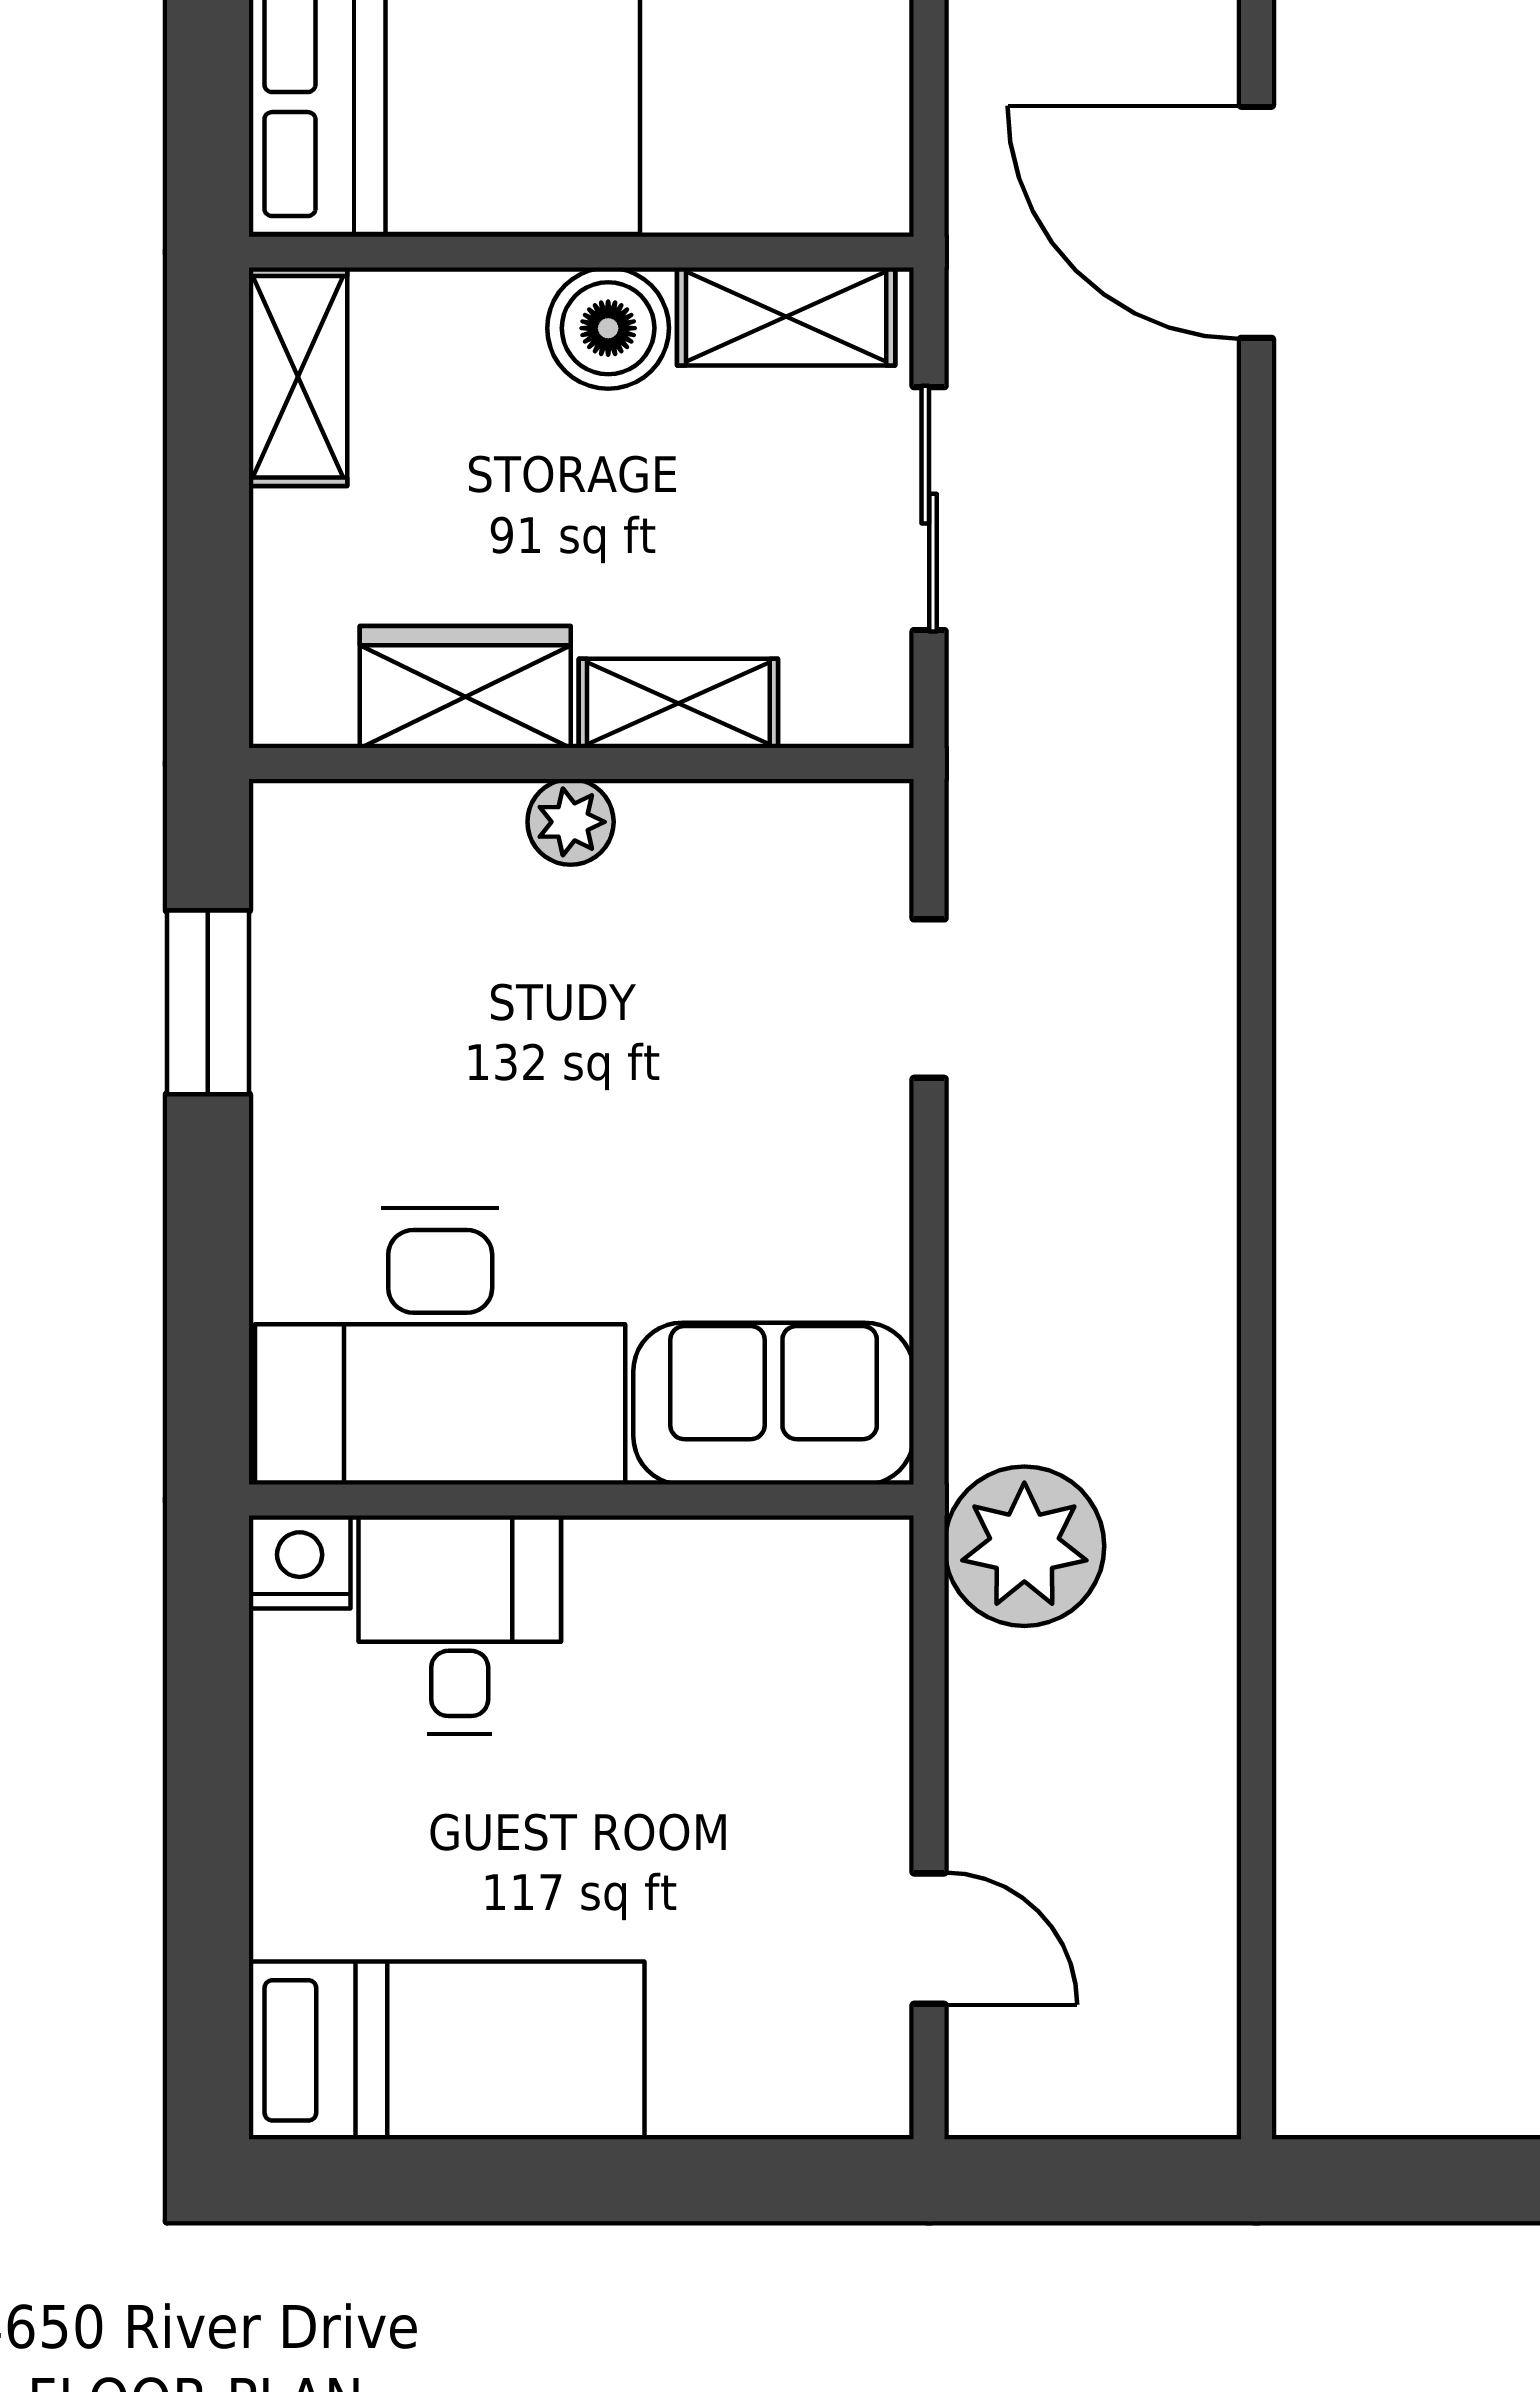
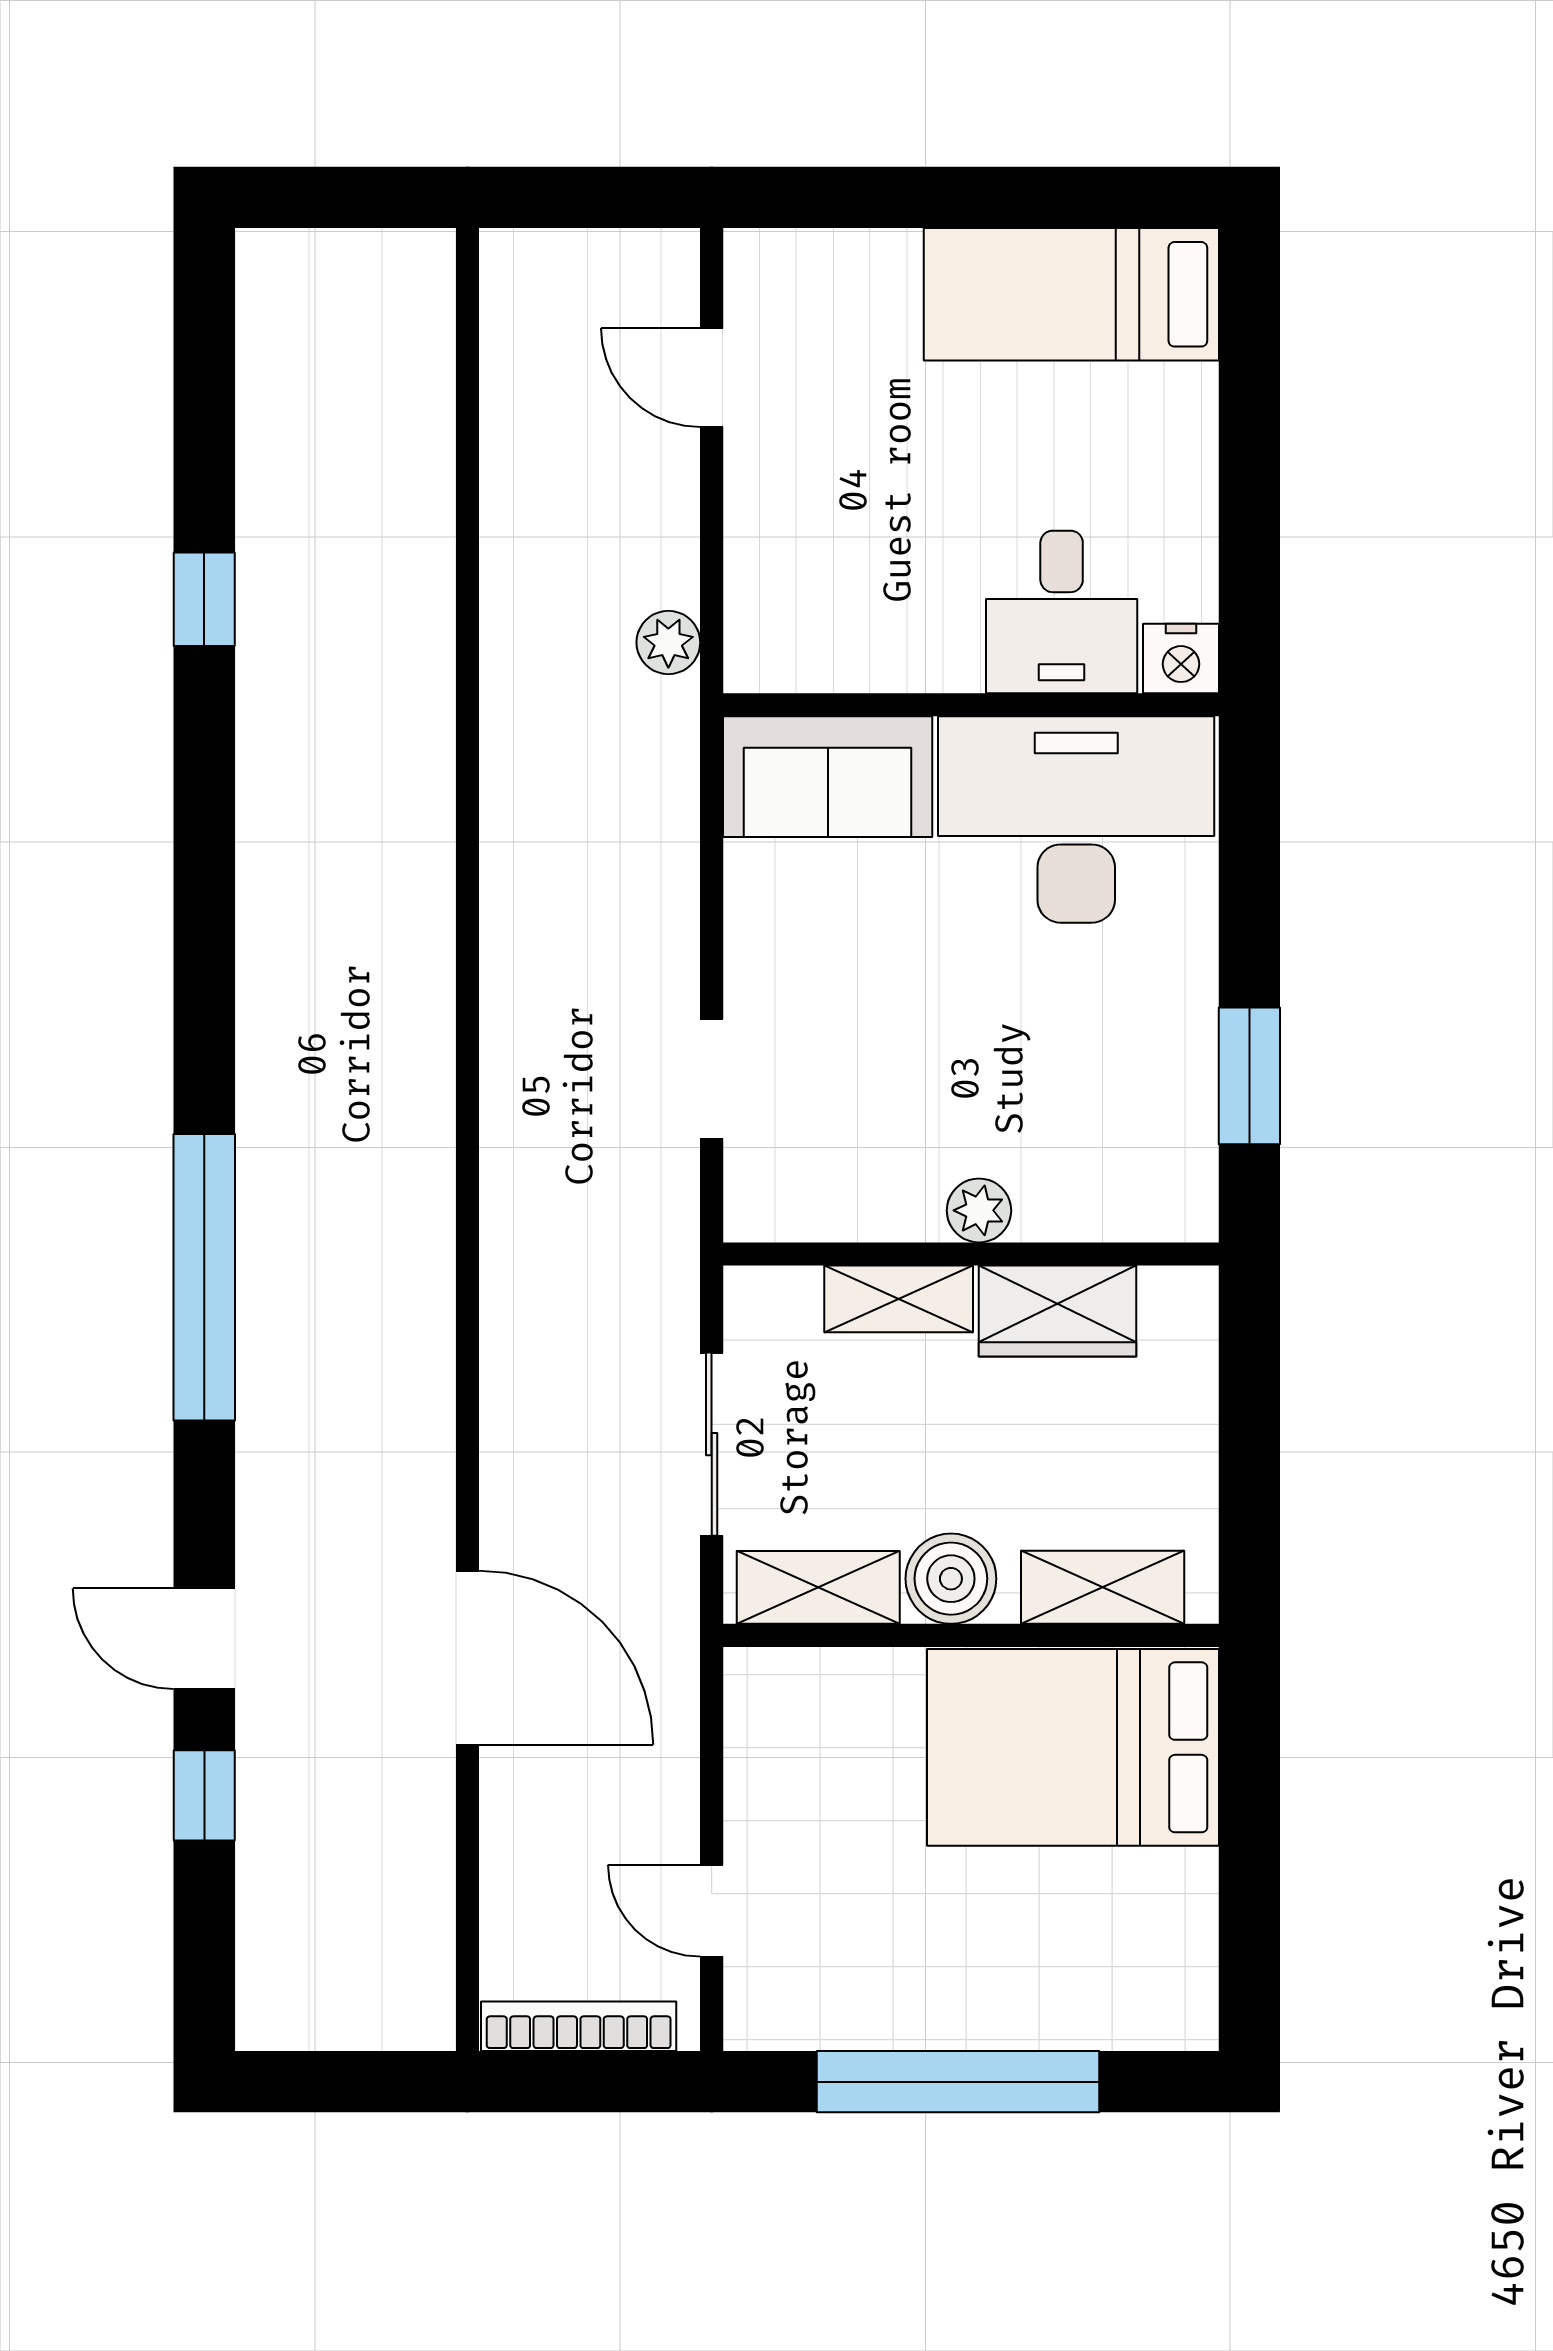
shelving: (298, 377) -> (1103, 1587), moved, turned 90
plant: (1024, 1546) -> (668, 643), width x0.53, depth x0.53

